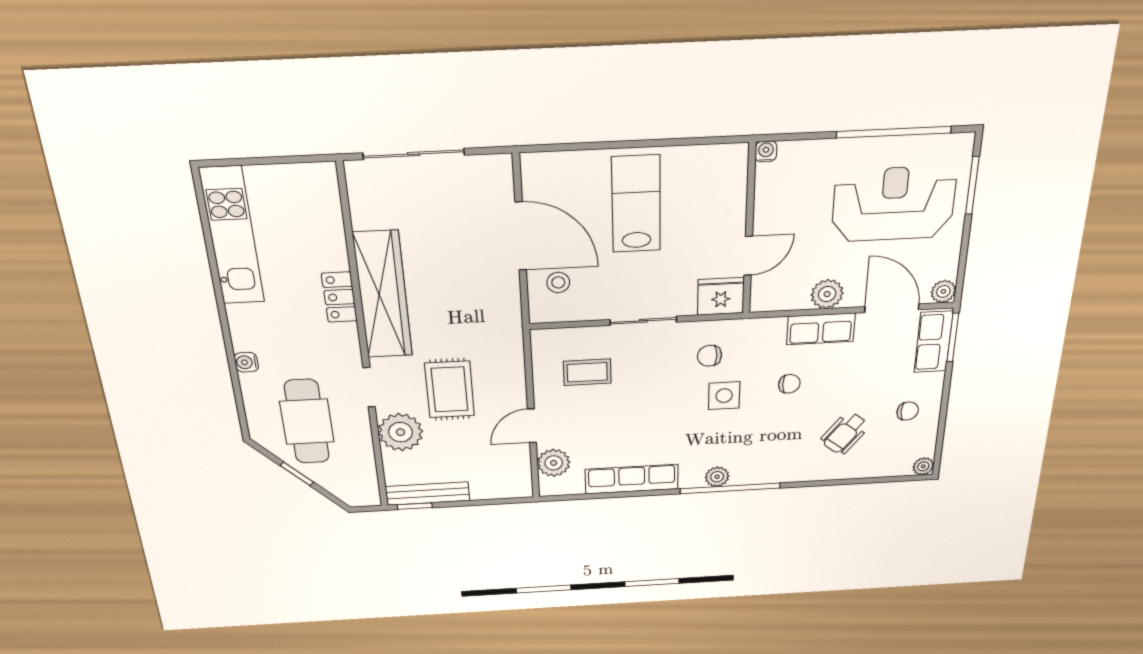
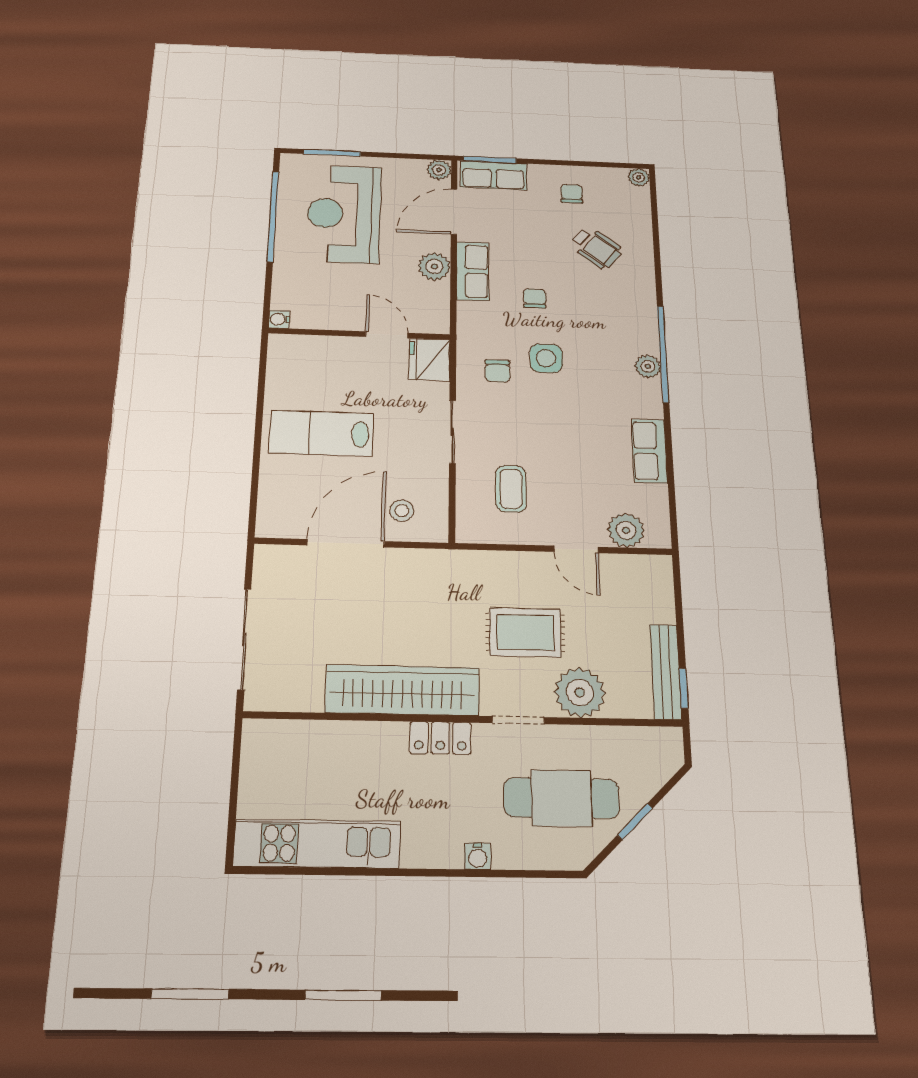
locker: (339, 297) -> (440, 738), moved
row of seats: (632, 479) -> (649, 451), width x0.68

